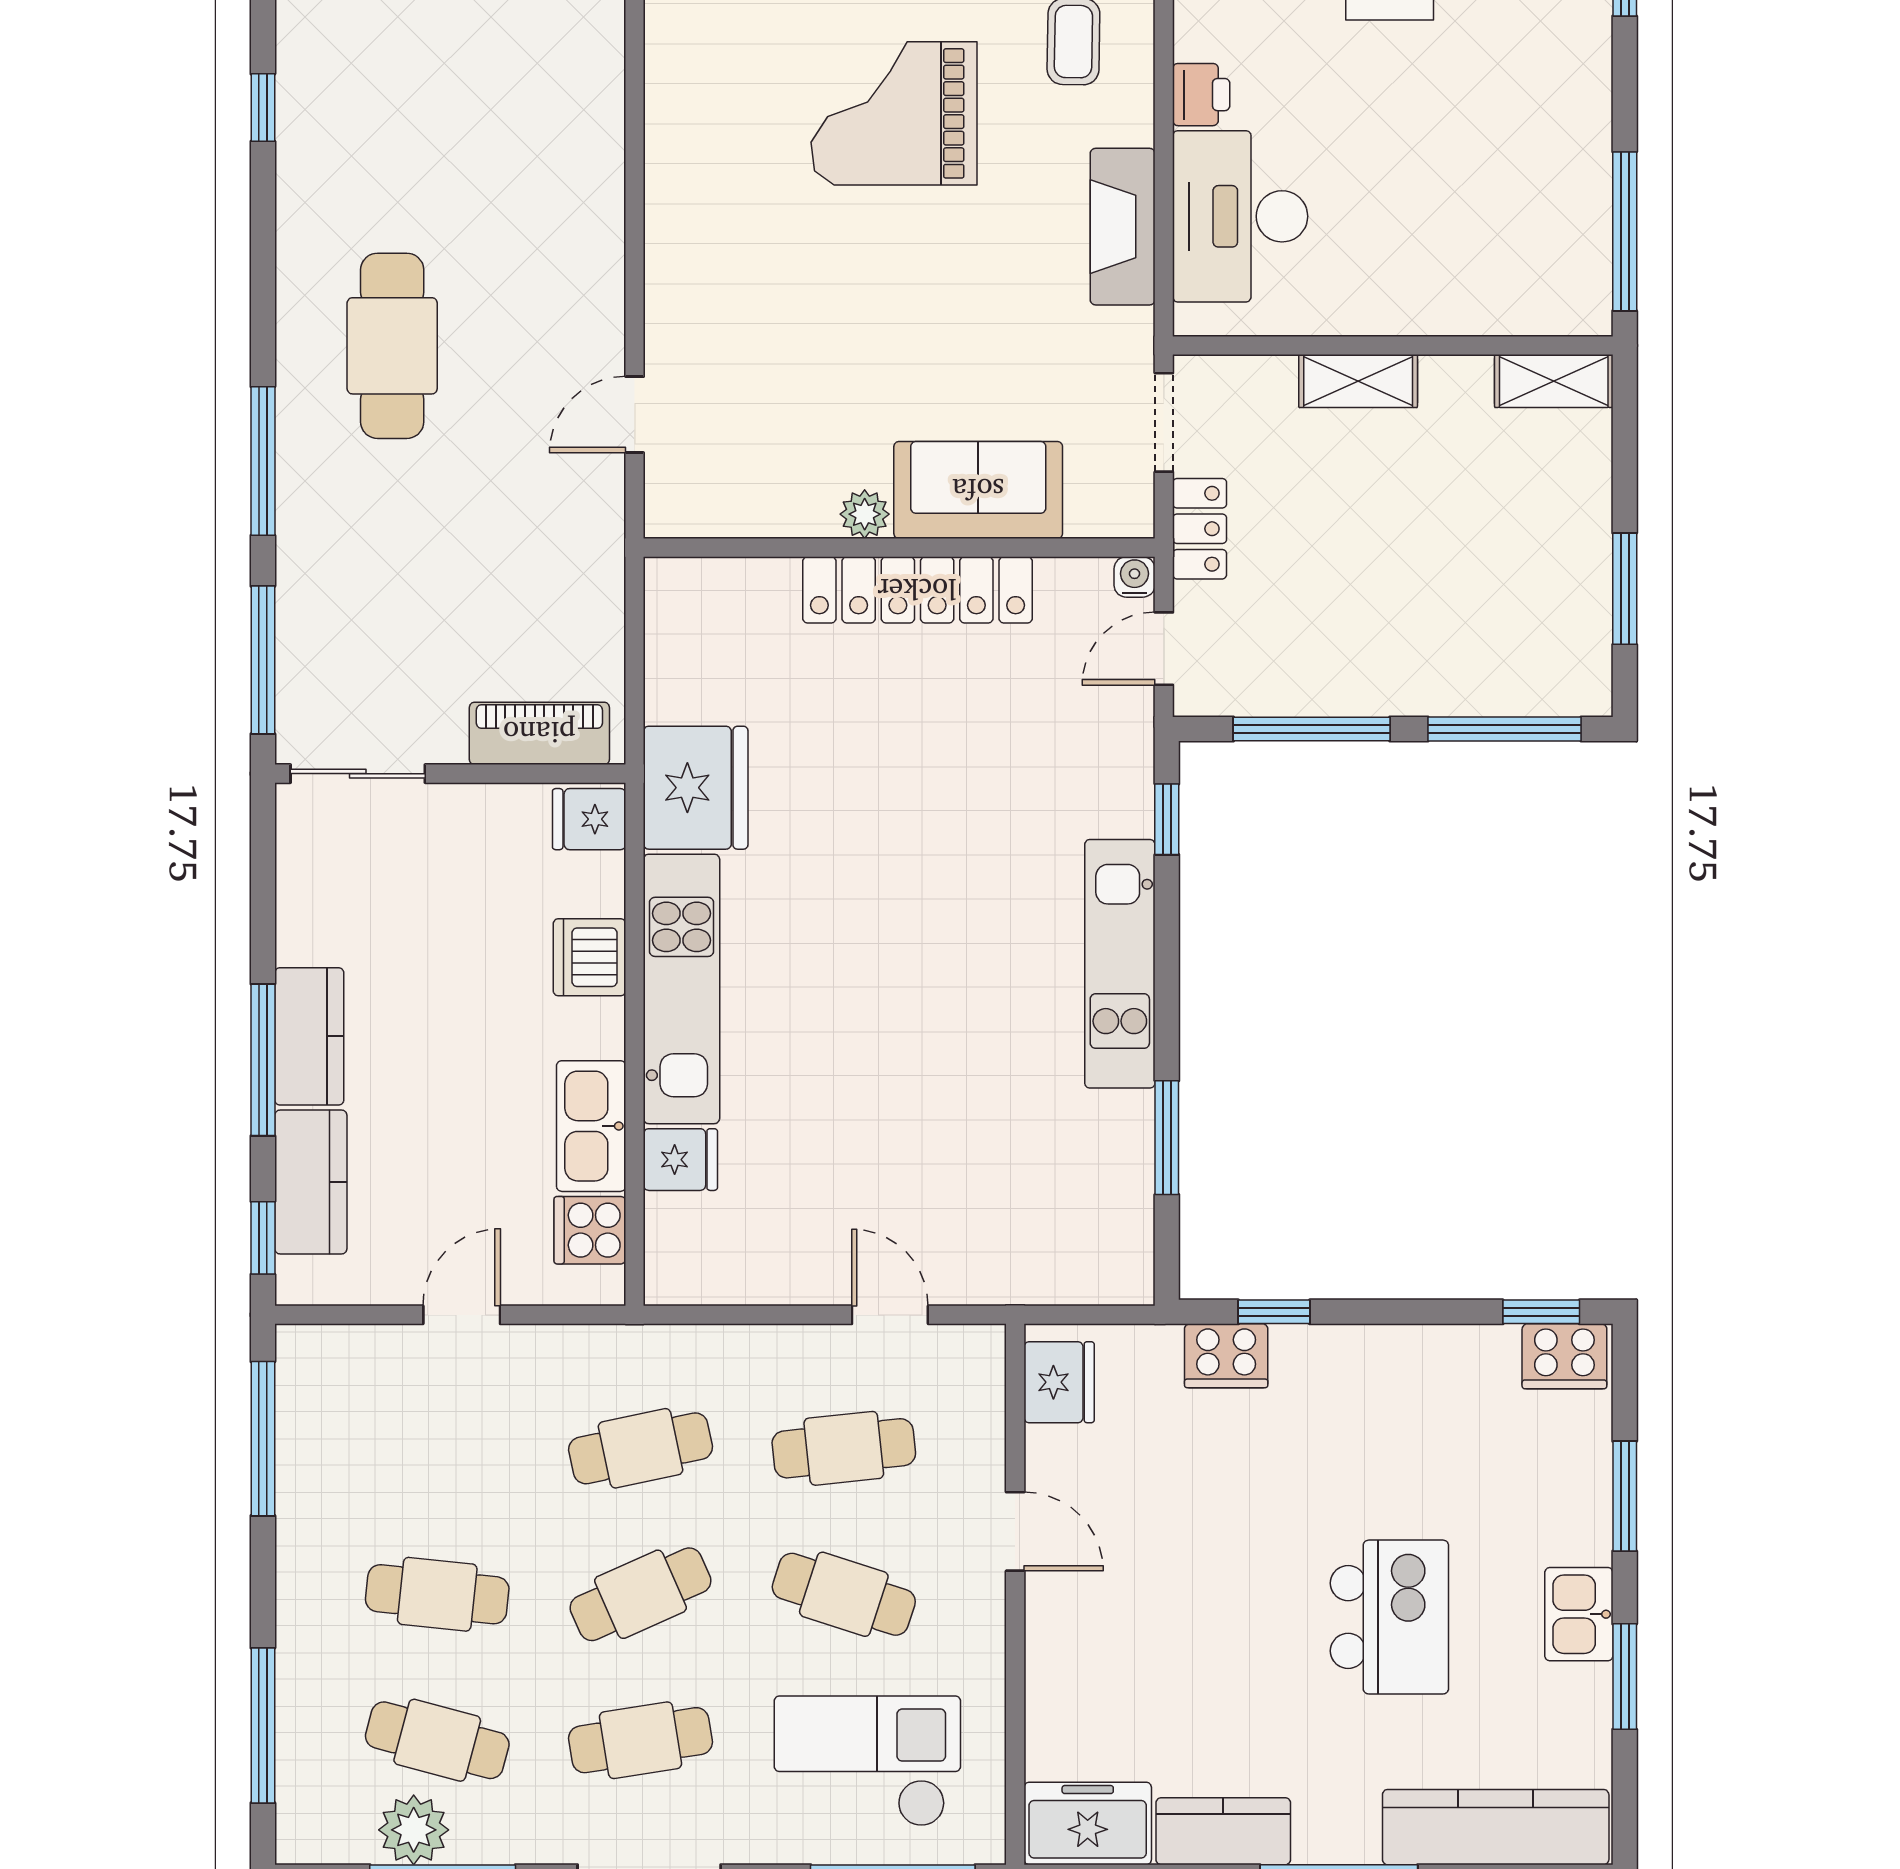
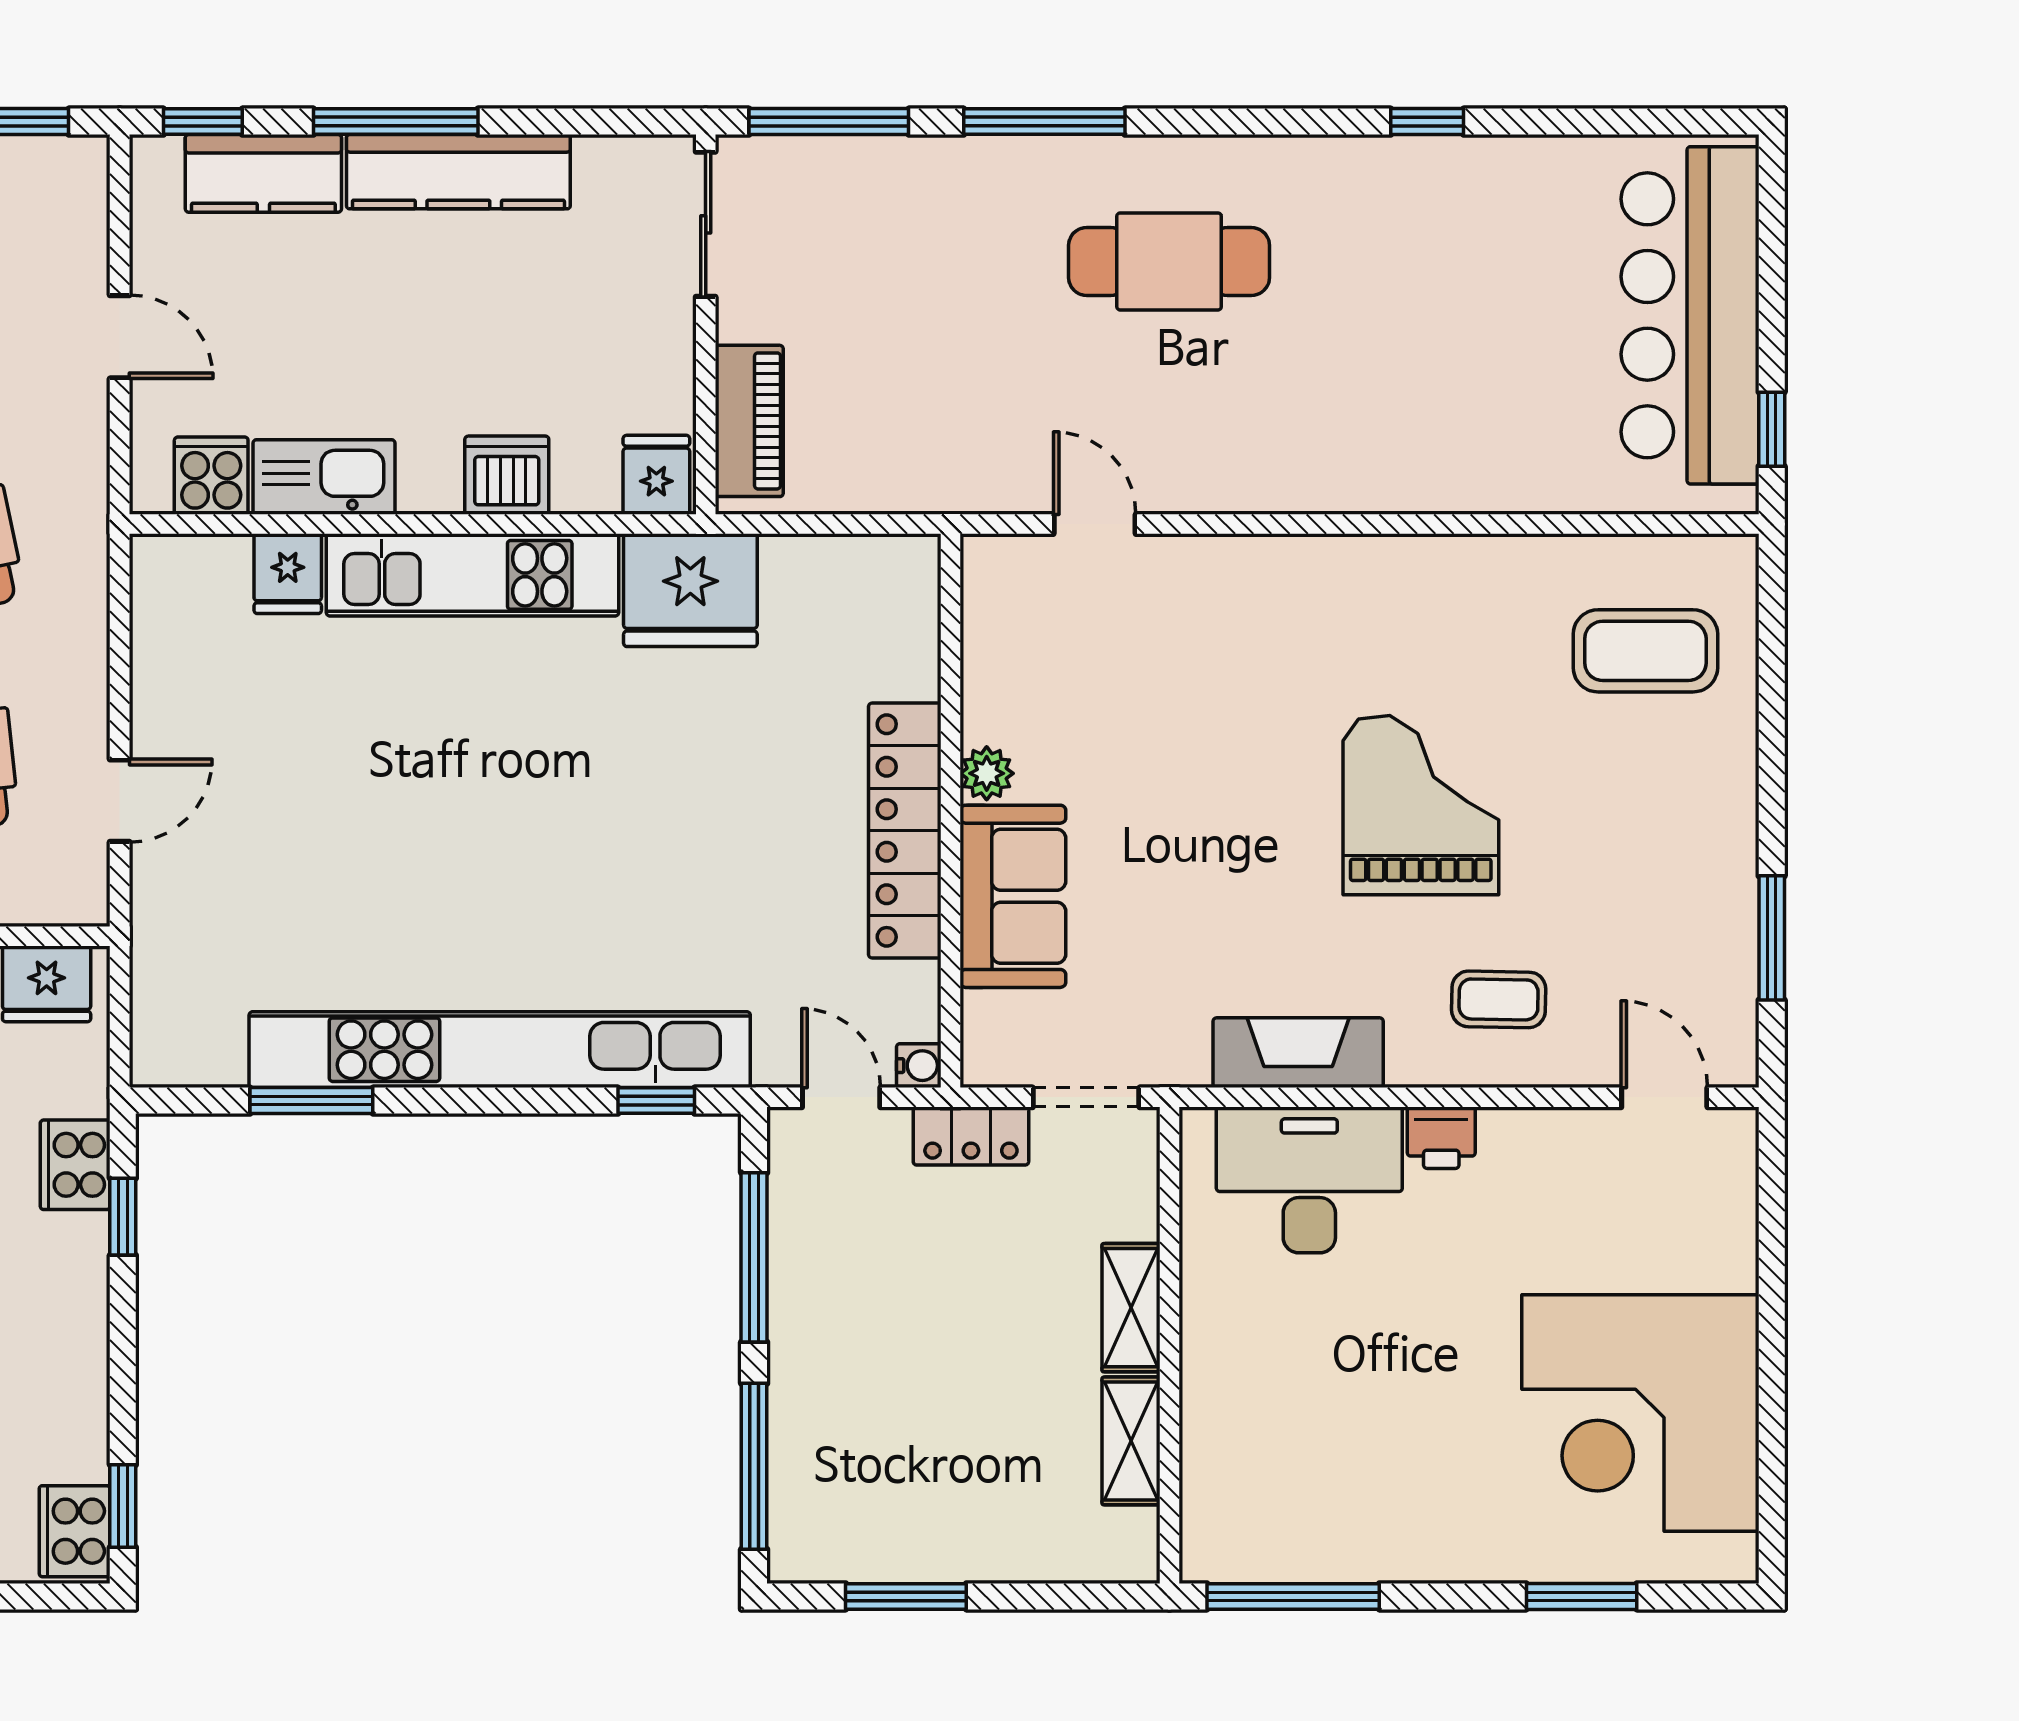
shelving: (1554, 381) -> (1131, 1441), moved
kitchen unit: (1120, 964) -> (500, 1050), width x1.86
kitchen counter: (309, 1036) -> (458, 172), width x1.50

